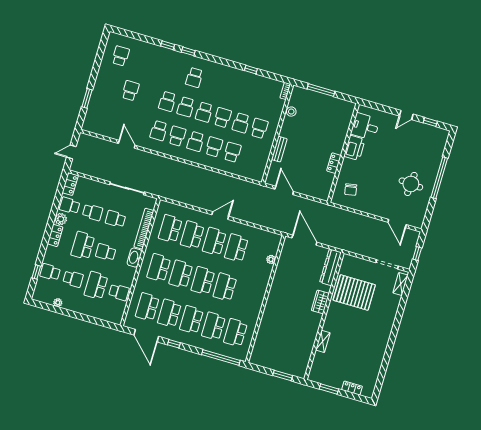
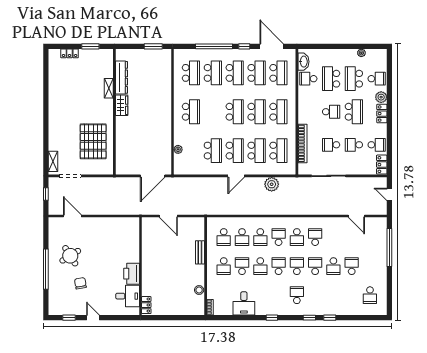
window: (251, 70) -> (272, 318), moved
desk: (250, 85) -> (244, 303), added
window: (321, 90) -> (178, 318), removed
school desk: (130, 91) -> (352, 266), turned 180
school desk: (149, 96) -> (333, 266), added
window: (87, 98) -> (389, 247), width x2.11
door: (406, 115) -> (93, 318), hinge flipped
door: (127, 144) -> (356, 216), moved
door: (71, 152) -> (389, 194), swing flipped
school desk: (251, 158) -> (224, 237), added
locker: (334, 163) -> (146, 305), moved
round table: (411, 184) -> (70, 256), turned -36
door: (284, 190) -> (168, 216), moved
chair: (351, 190) -> (80, 283), moved
plant: (187, 197) -> (272, 184), added
plant: (61, 219) -> (381, 97), moved
school desk: (115, 219) -> (331, 145), turned 180
door: (304, 240) -> (153, 176), hinge flipped
washbasin: (134, 257) -> (303, 62), moved
dresser: (330, 267) -> (122, 77), moved
window: (36, 272) -> (389, 75), removed
school desk: (73, 279) -> (354, 79), width x1.85
school desk: (96, 286) -> (331, 79), turned 180
school desk: (225, 287) -> (191, 112), moved
pallet: (354, 293) -> (93, 141), turned 90
wardrobe: (320, 302) -> (122, 105), moved
window: (221, 357) -> (214, 46), moved
window: (283, 376) -> (153, 46), moved

